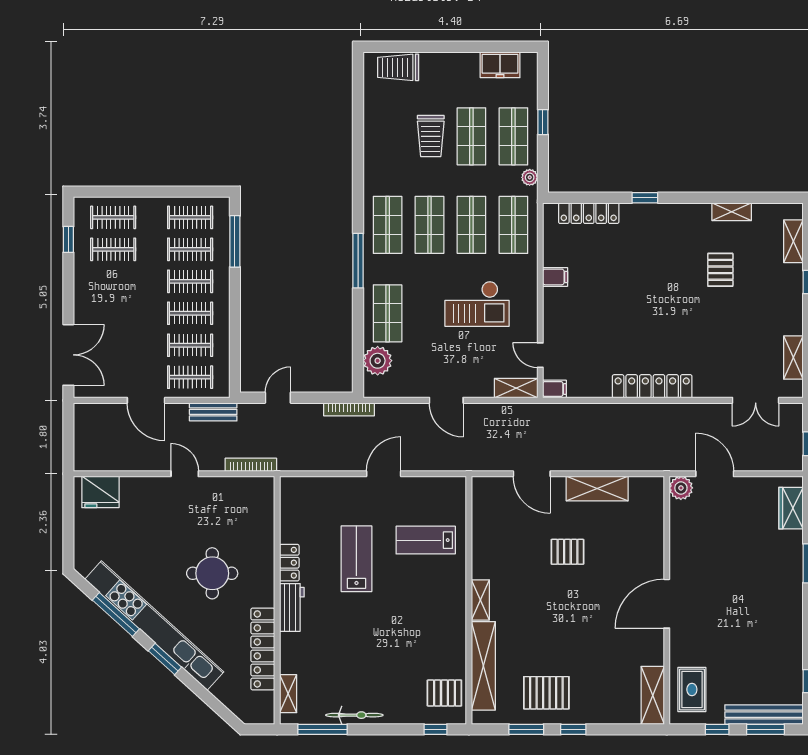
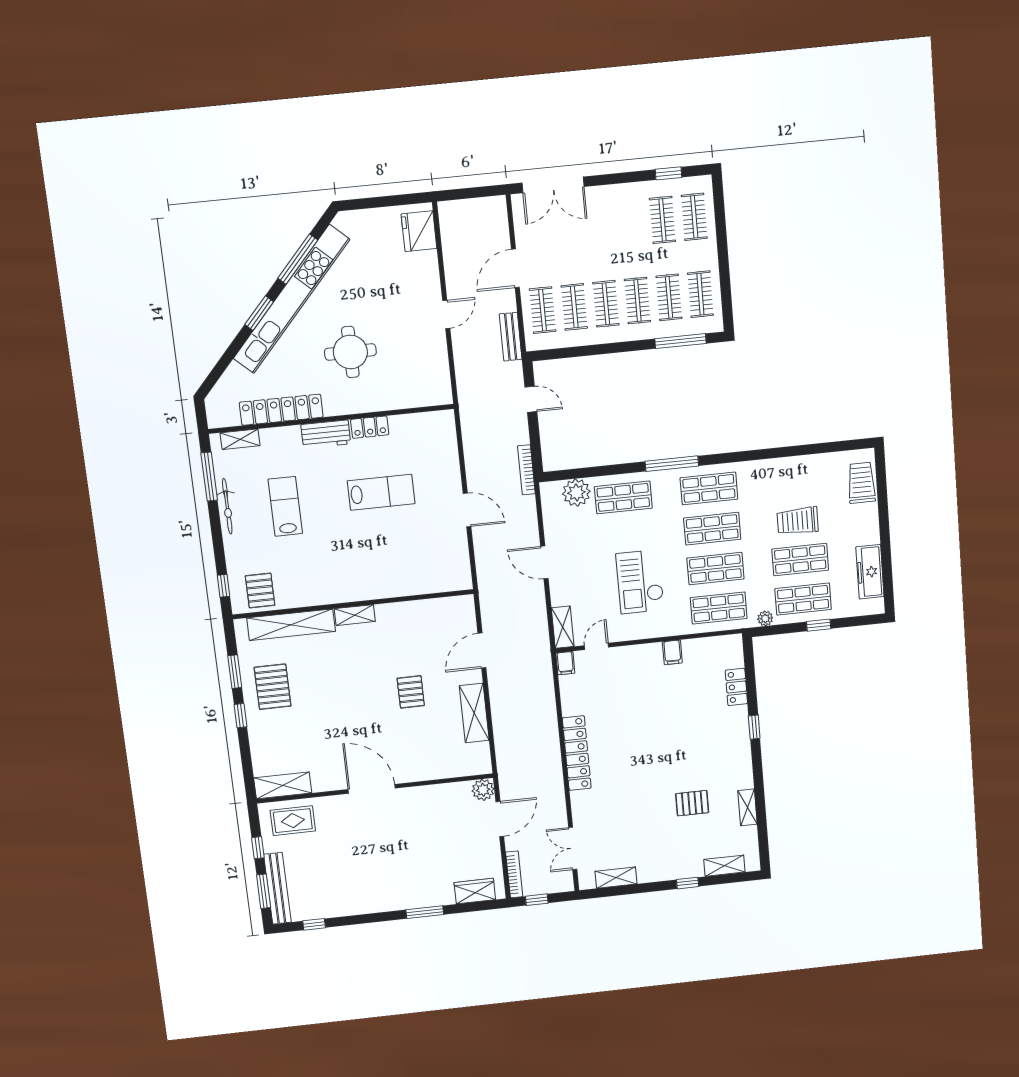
freezer: (500, 65) -> (870, 572), width x1.40
locker: (589, 213) -> (736, 687), width x0.66
door: (446, 400) -> (544, 562), hinge flipped
bookcase: (251, 465) -> (514, 874), moved
lab bench: (426, 540) -> (285, 506), moved

